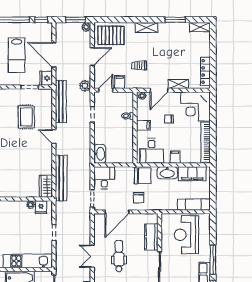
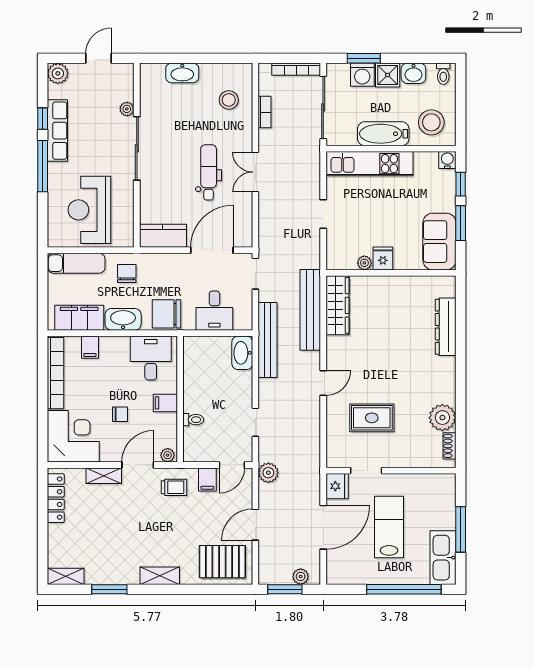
window: (41, 20) -> (345, 589), removed
plant: (86, 27) -> (301, 576), moved
door: (54, 55) -> (323, 527), hinge flipped
trolley: (139, 65) -> (174, 487), moved
bench: (61, 101) -> (268, 340), moved
rug: (26, 117) -> (372, 418), turned 90
door: (54, 137) -> (323, 383), hinge flipped
filing cabinet: (175, 157) -> (90, 347), moved
desk: (104, 178) -> (214, 311), moved
wardrobe: (46, 186) -> (337, 305), width x1.50
chair: (139, 198) -> (127, 273), moved
fridge: (41, 207) -> (383, 259), moved
reception desk: (186, 235) -> (89, 210), turned 180
kitchen counter: (151, 237) -> (163, 236), moved, turned -90
double door: (92, 256) -> (255, 172), swing flipped
dental chair: (119, 256) -> (209, 172), turned 180

